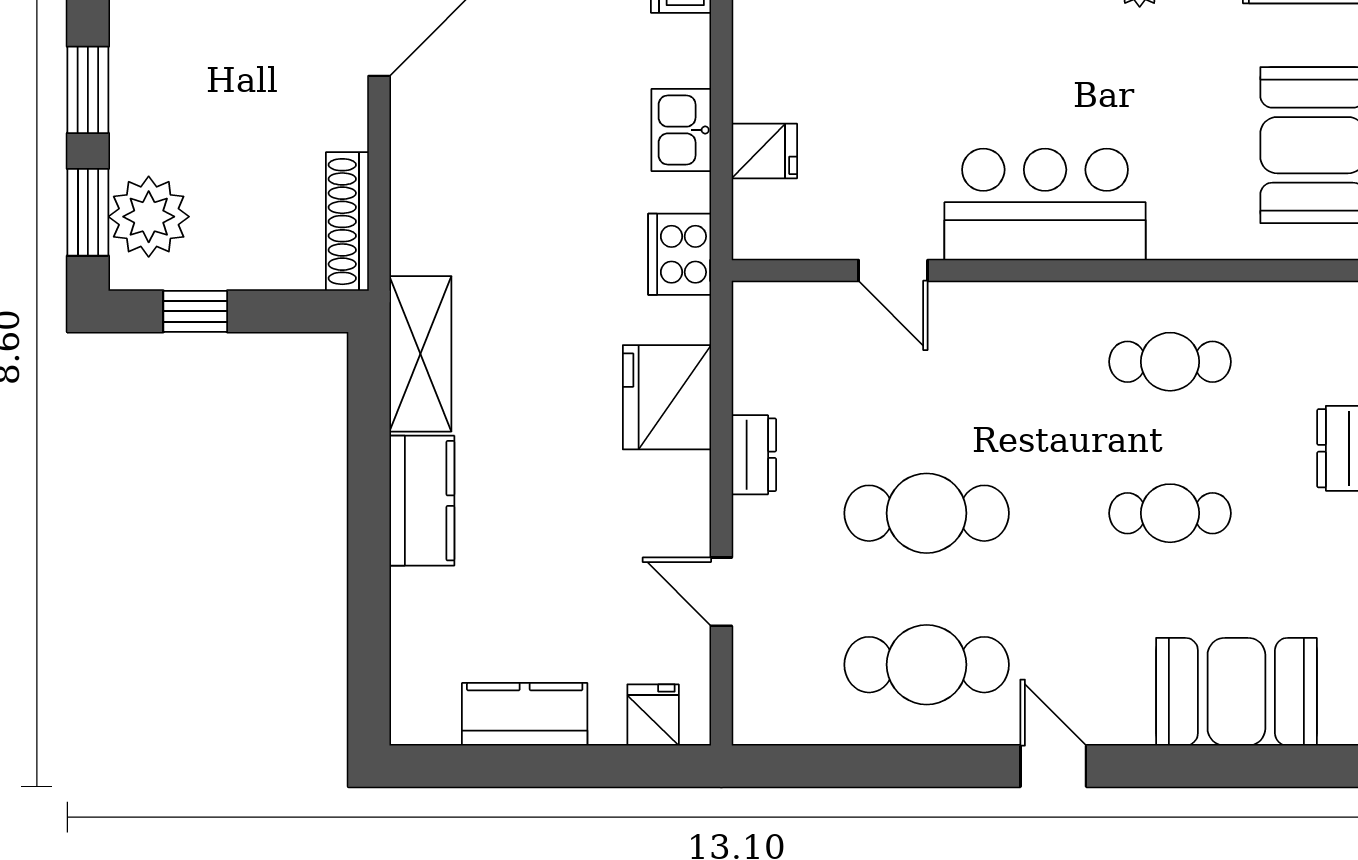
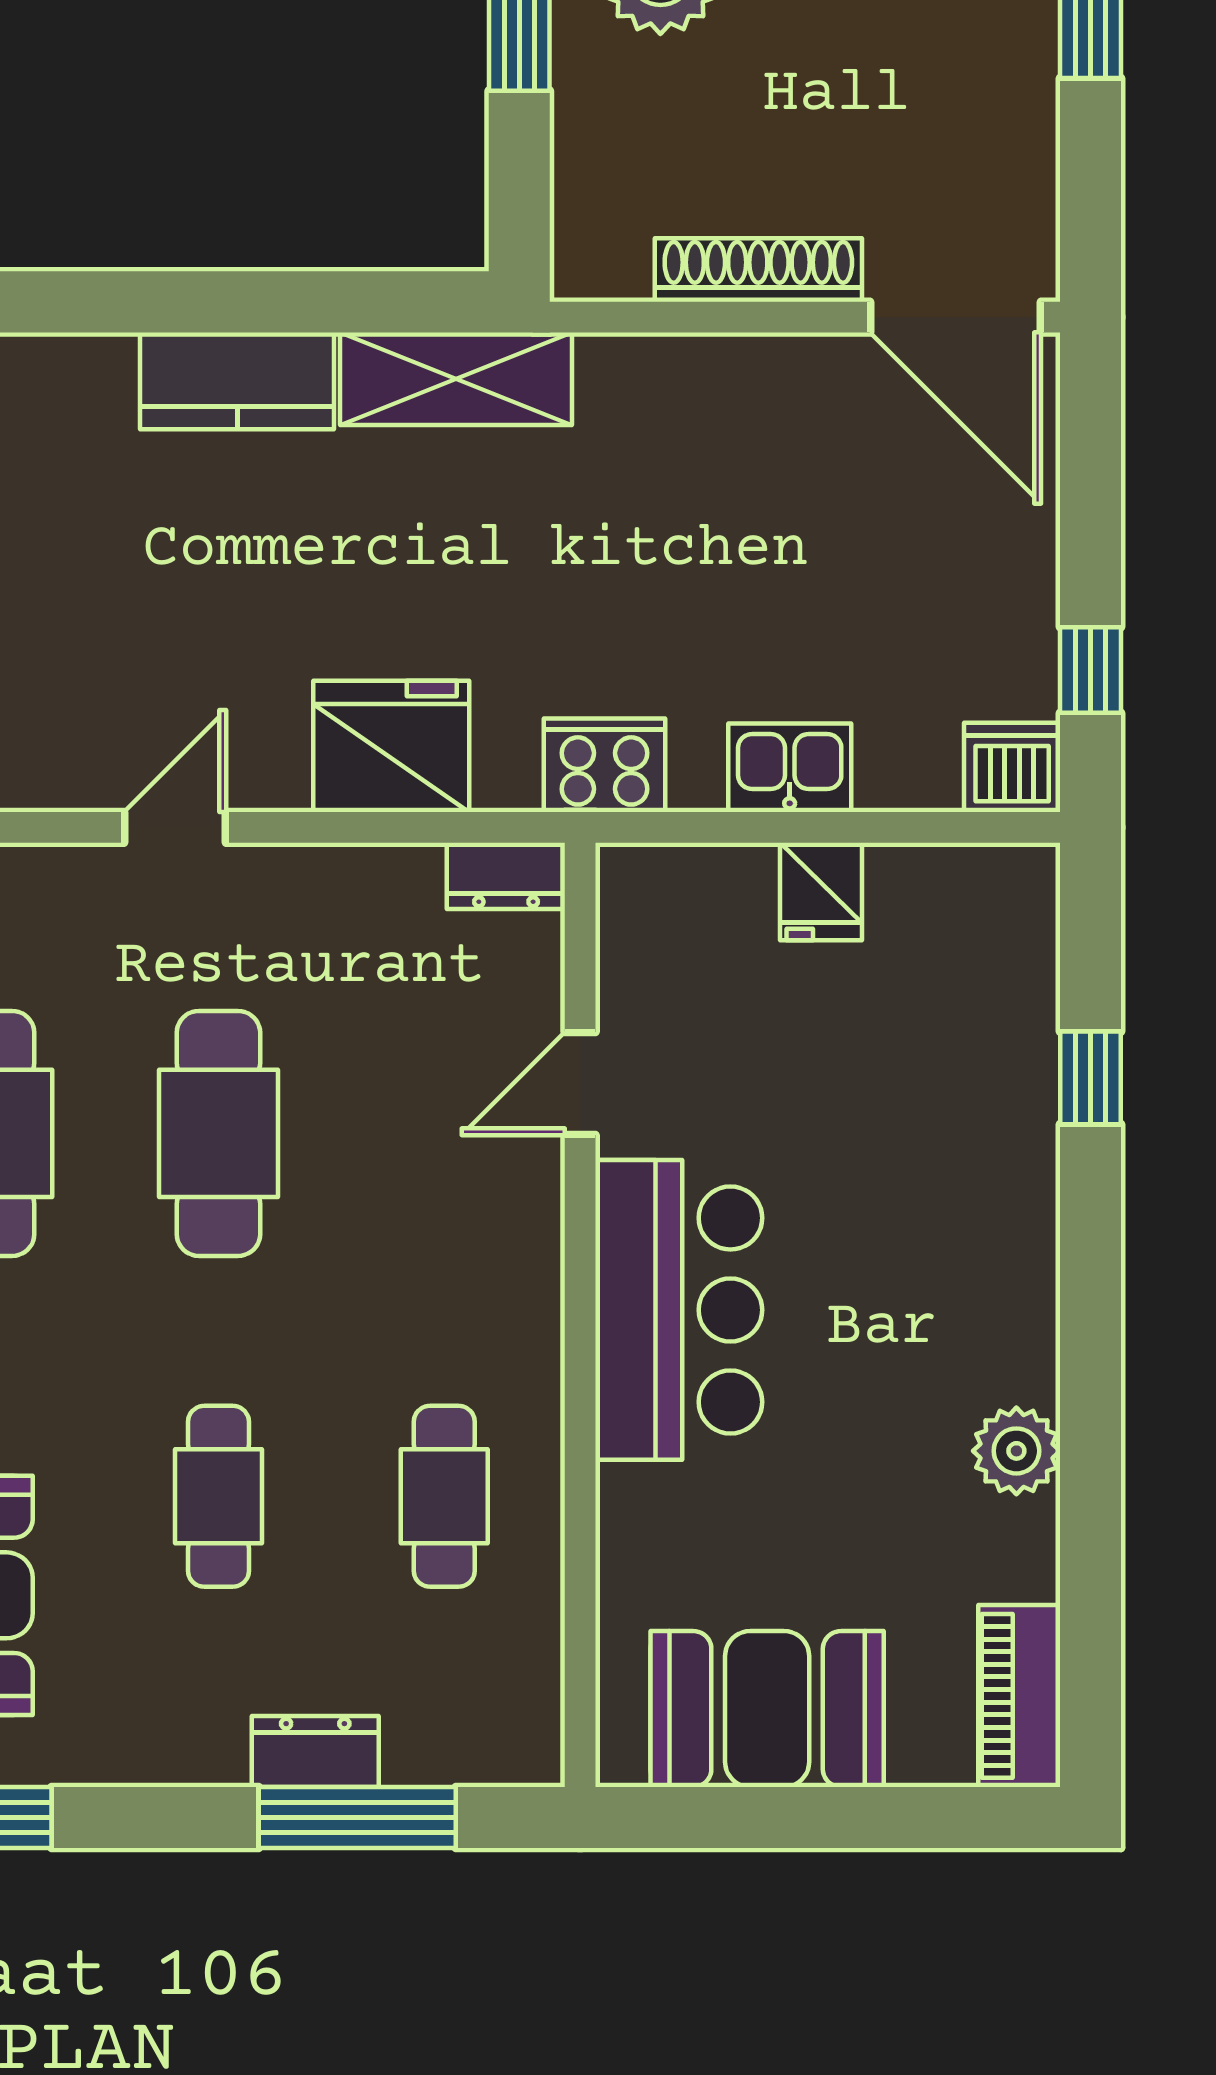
fridge: (764, 151) -> (821, 892), moved
shoe rack: (347, 222) -> (758, 270), moved
dresser: (754, 455) -> (506, 876), moved
door: (721, 592) -> (175, 827), moved

